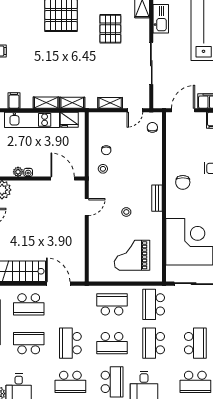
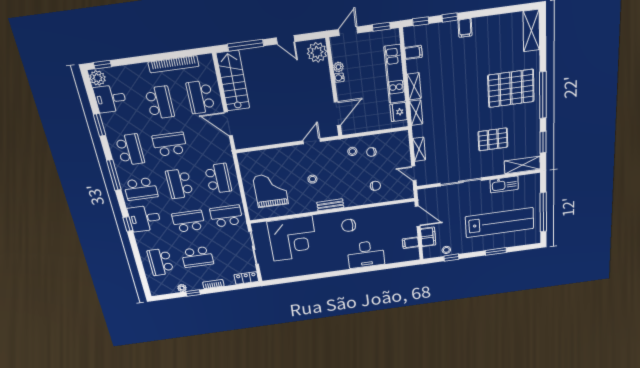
chair: (152, 127) -> (375, 186), moved
door: (87, 207) -> (312, 141), swing flipped
door: (58, 284) -> (228, 124), swing flipped
school desk: (70, 382) -> (130, 150), turned 180

